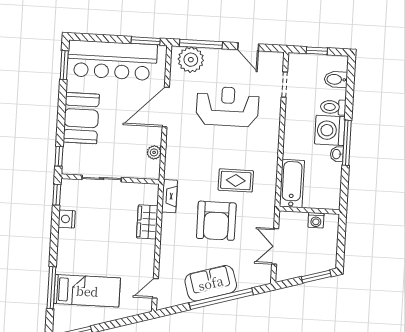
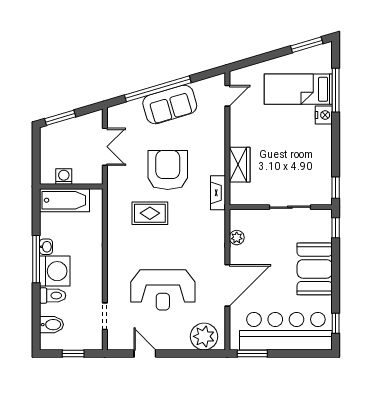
window: (201, 44) -> (194, 353), removed
window: (64, 65) -> (336, 323), width x0.67
bathtub: (292, 183) -> (64, 200), moved, turned -90
nightstand: (67, 219) -> (324, 115), moved

